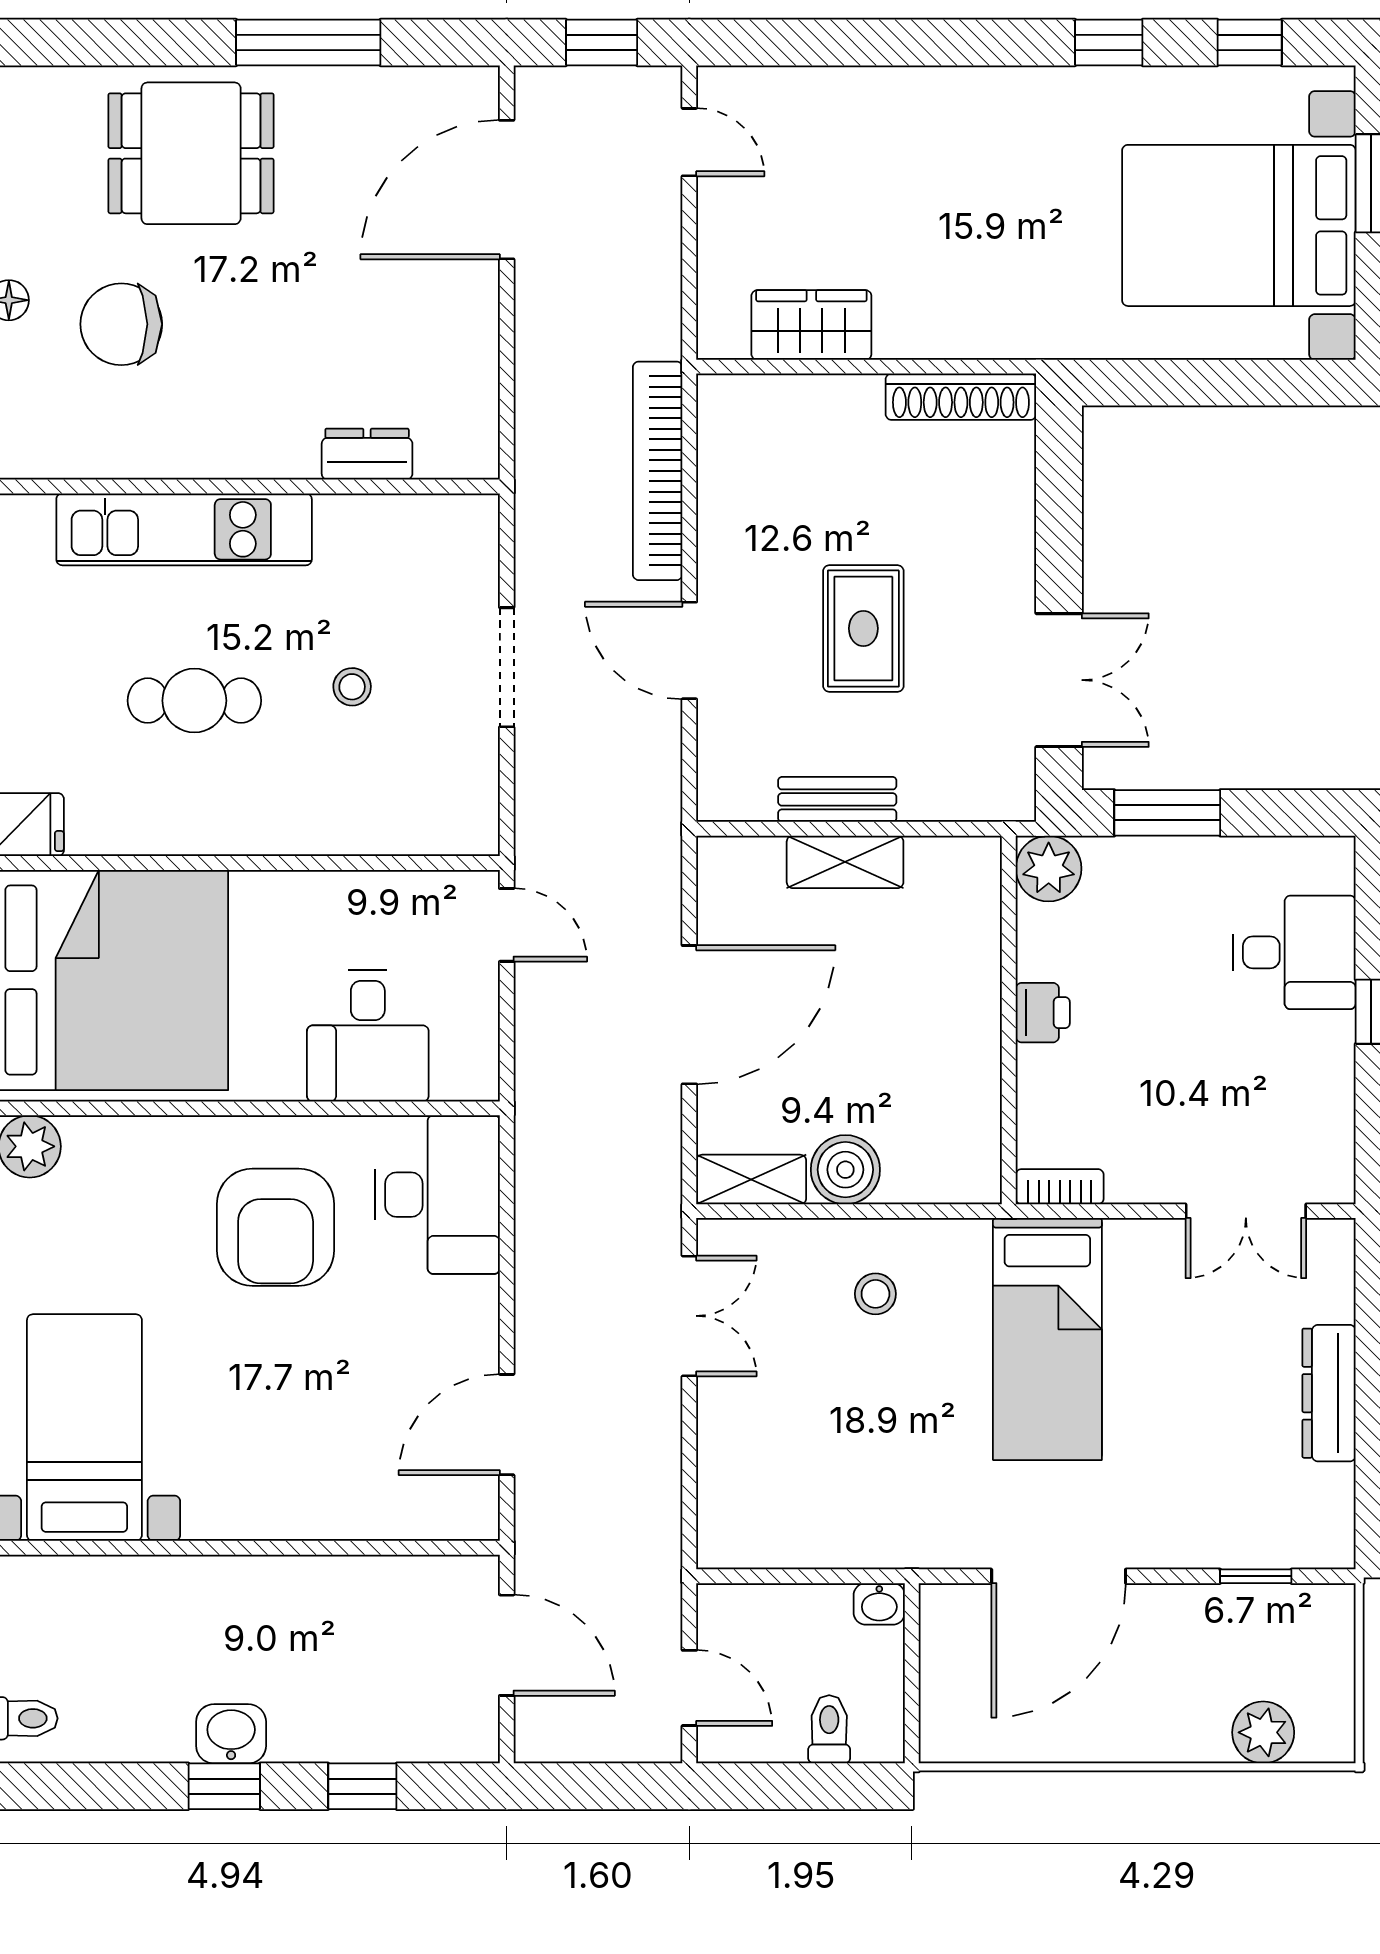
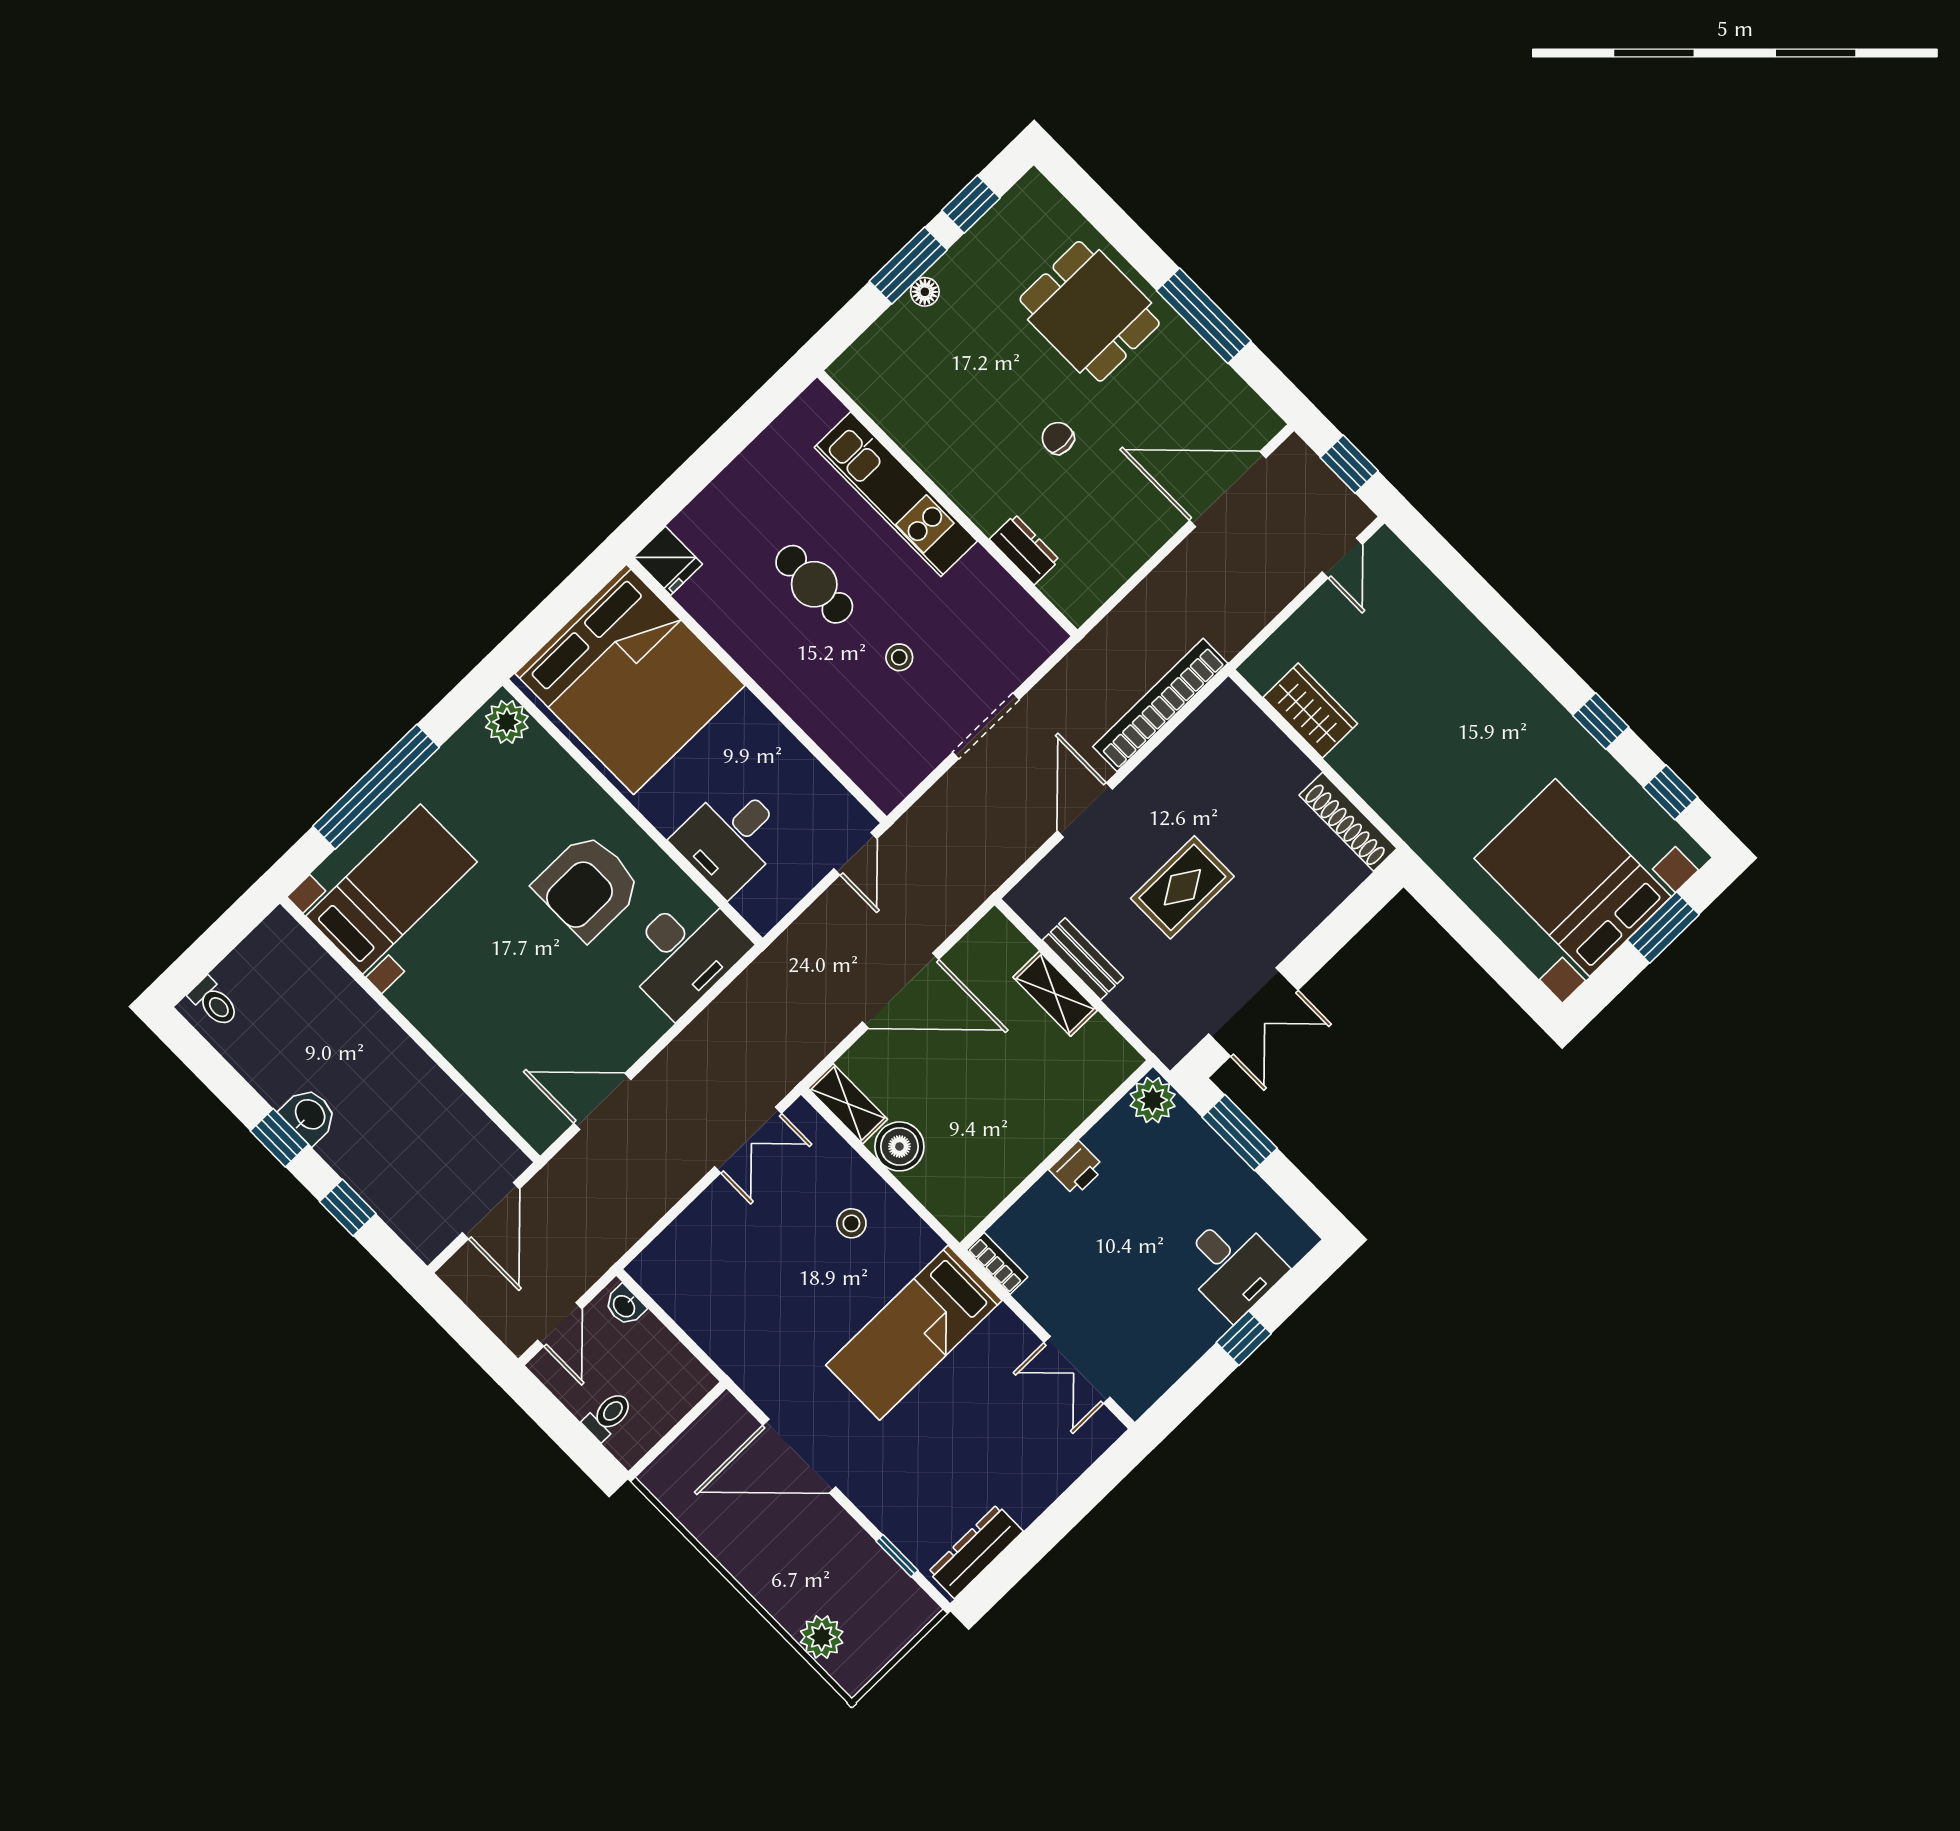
chair: (121, 324) -> (1058, 438), moved, width x0.54, depth x0.54
dresser: (1329, 1393) -> (976, 1552), moved
washbasin: (879, 1604) -> (625, 1306), moved

